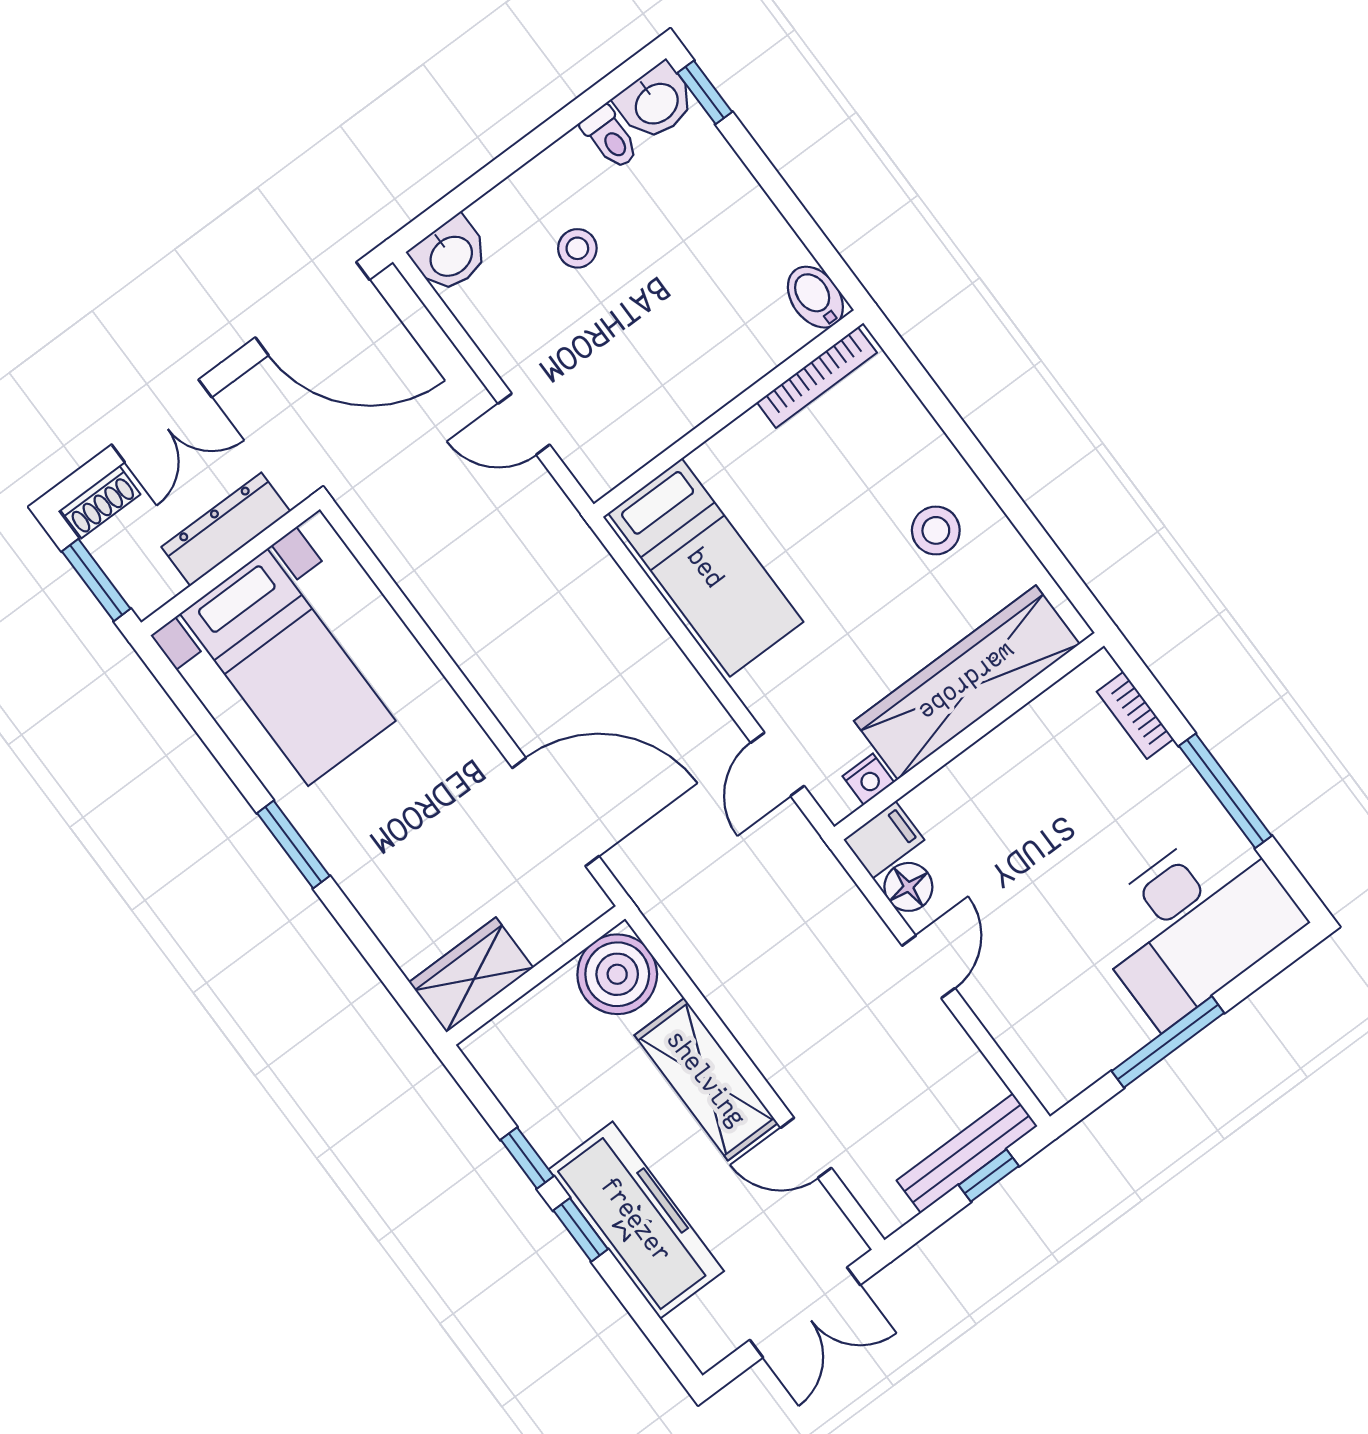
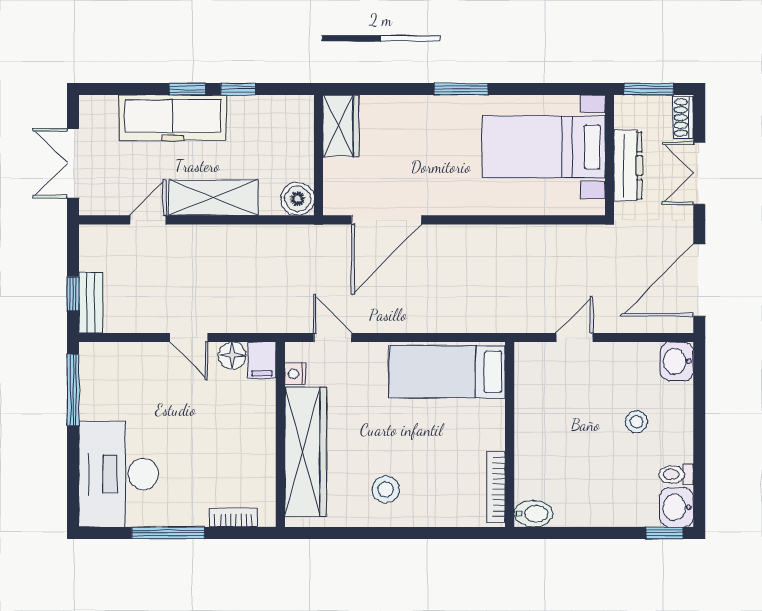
boiler: (617, 974) -> (298, 199), width x0.73, depth x0.73
window: (1168, 1042) -> (73, 390), moved
bench: (967, 1153) -> (91, 303), width x0.73

